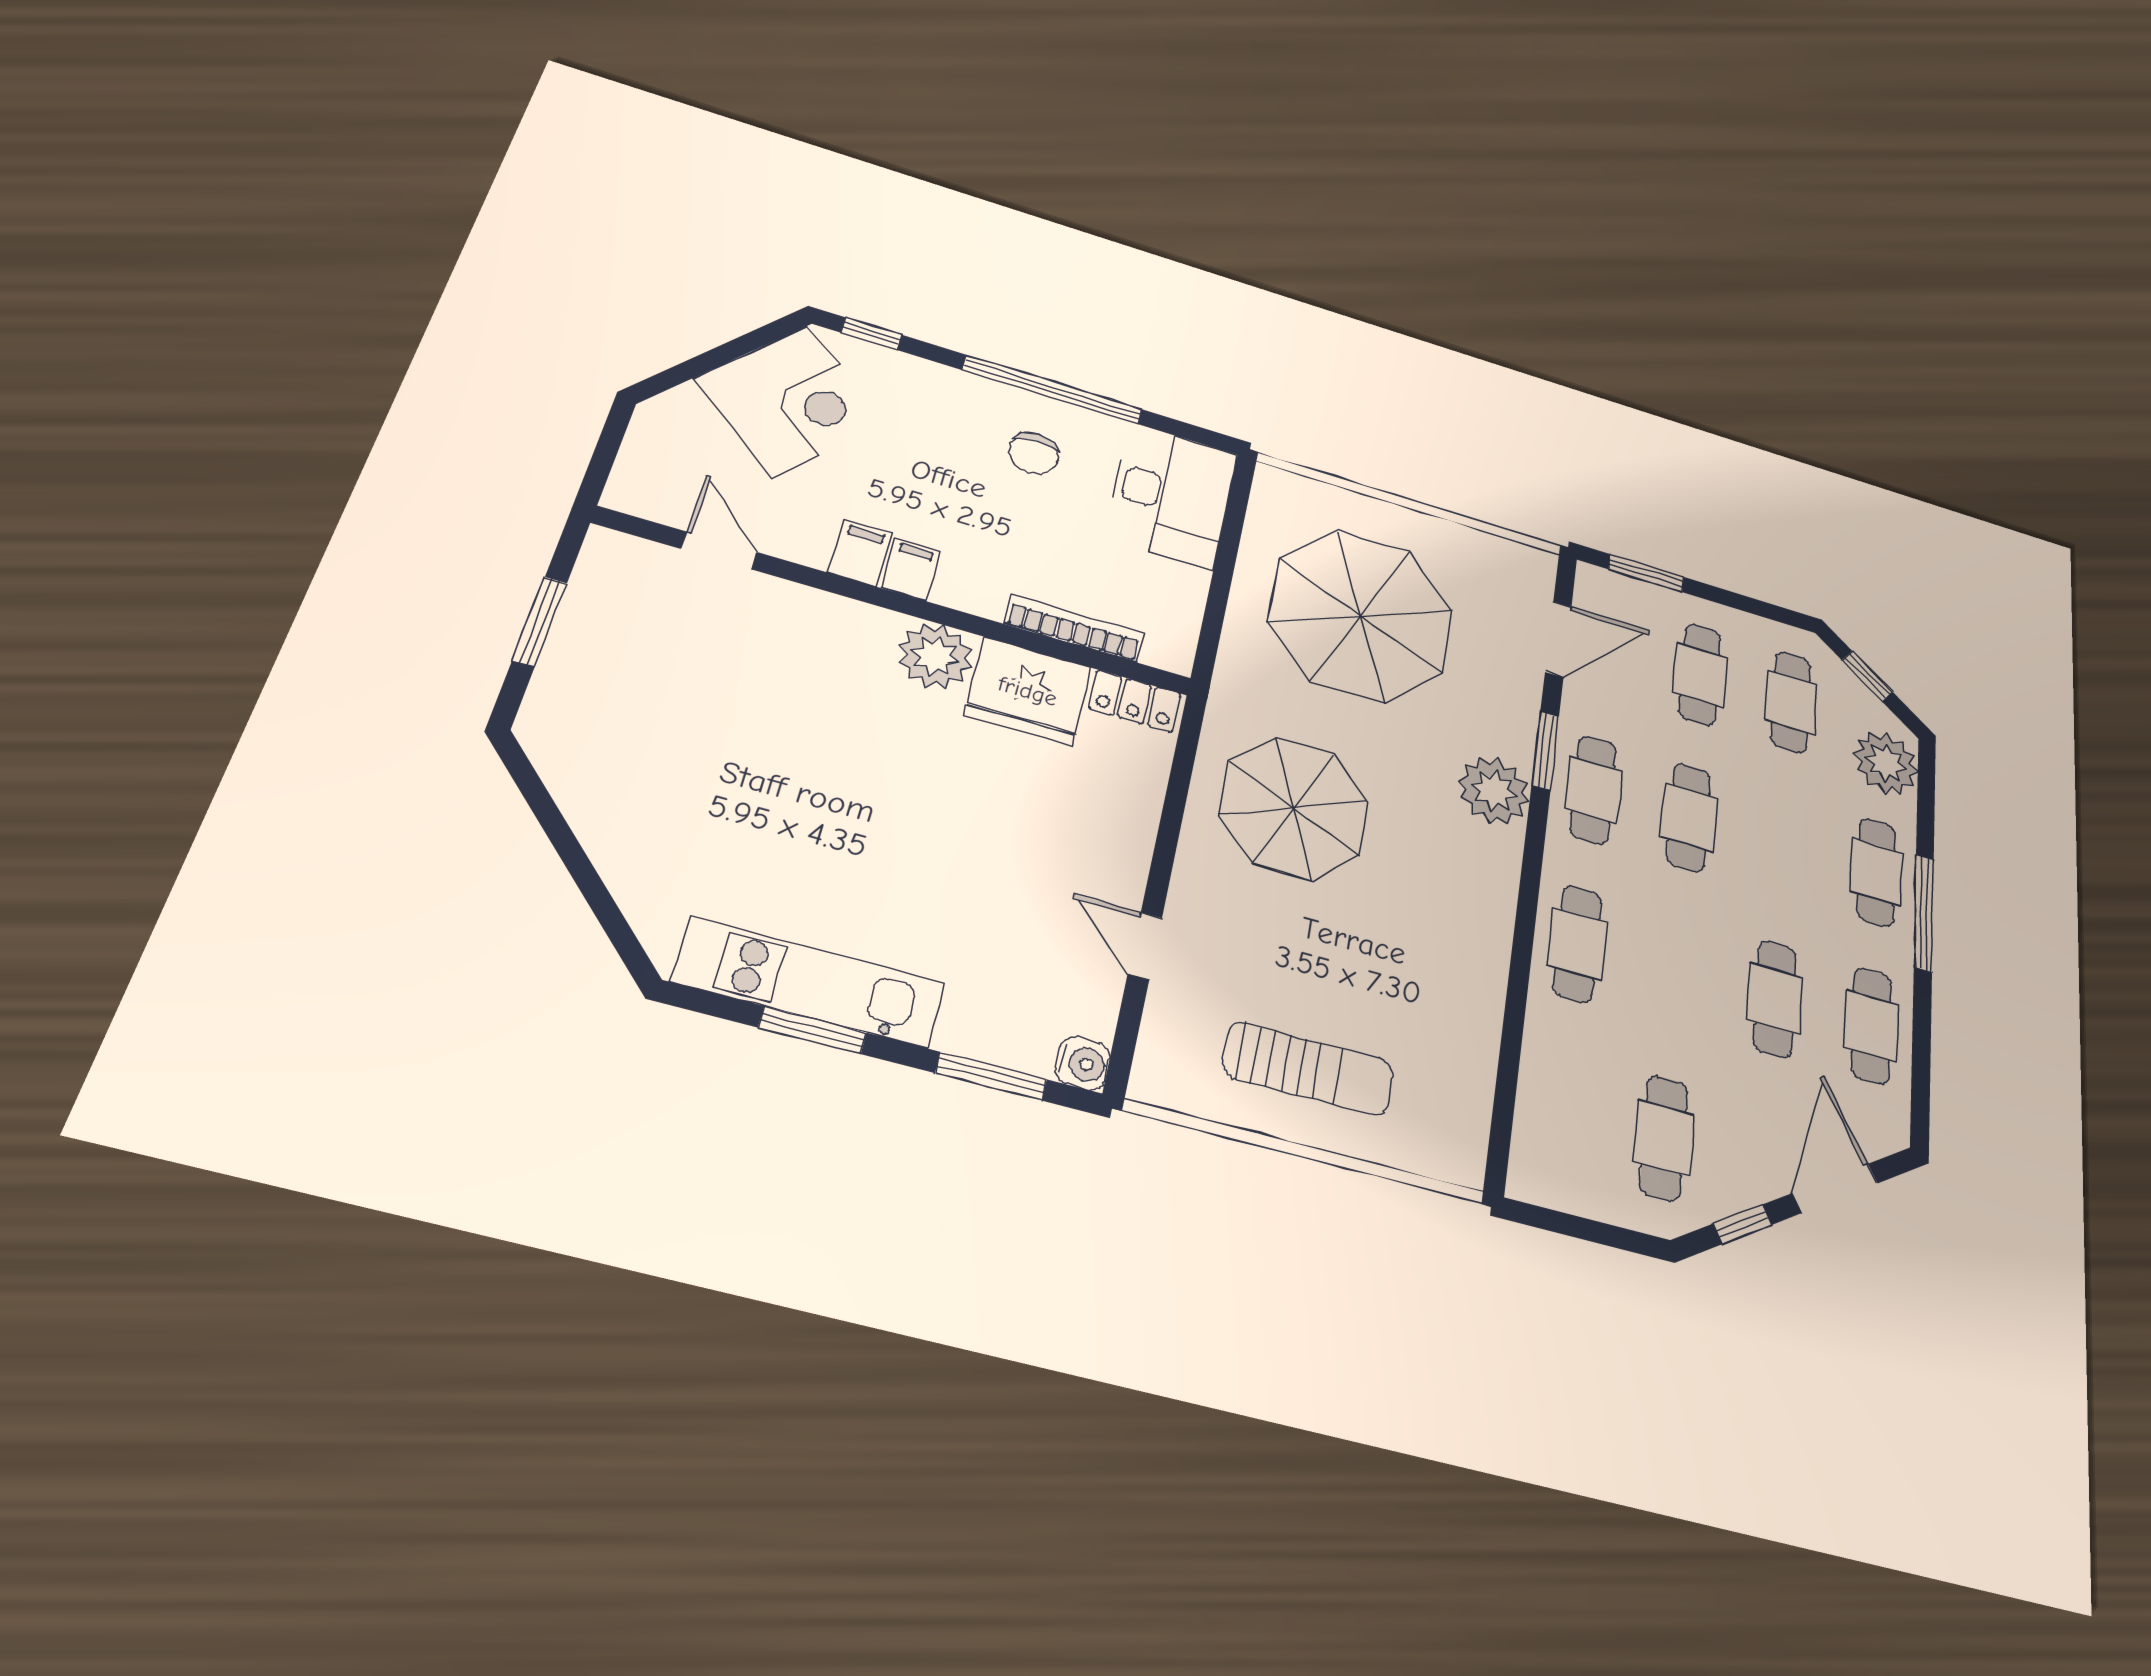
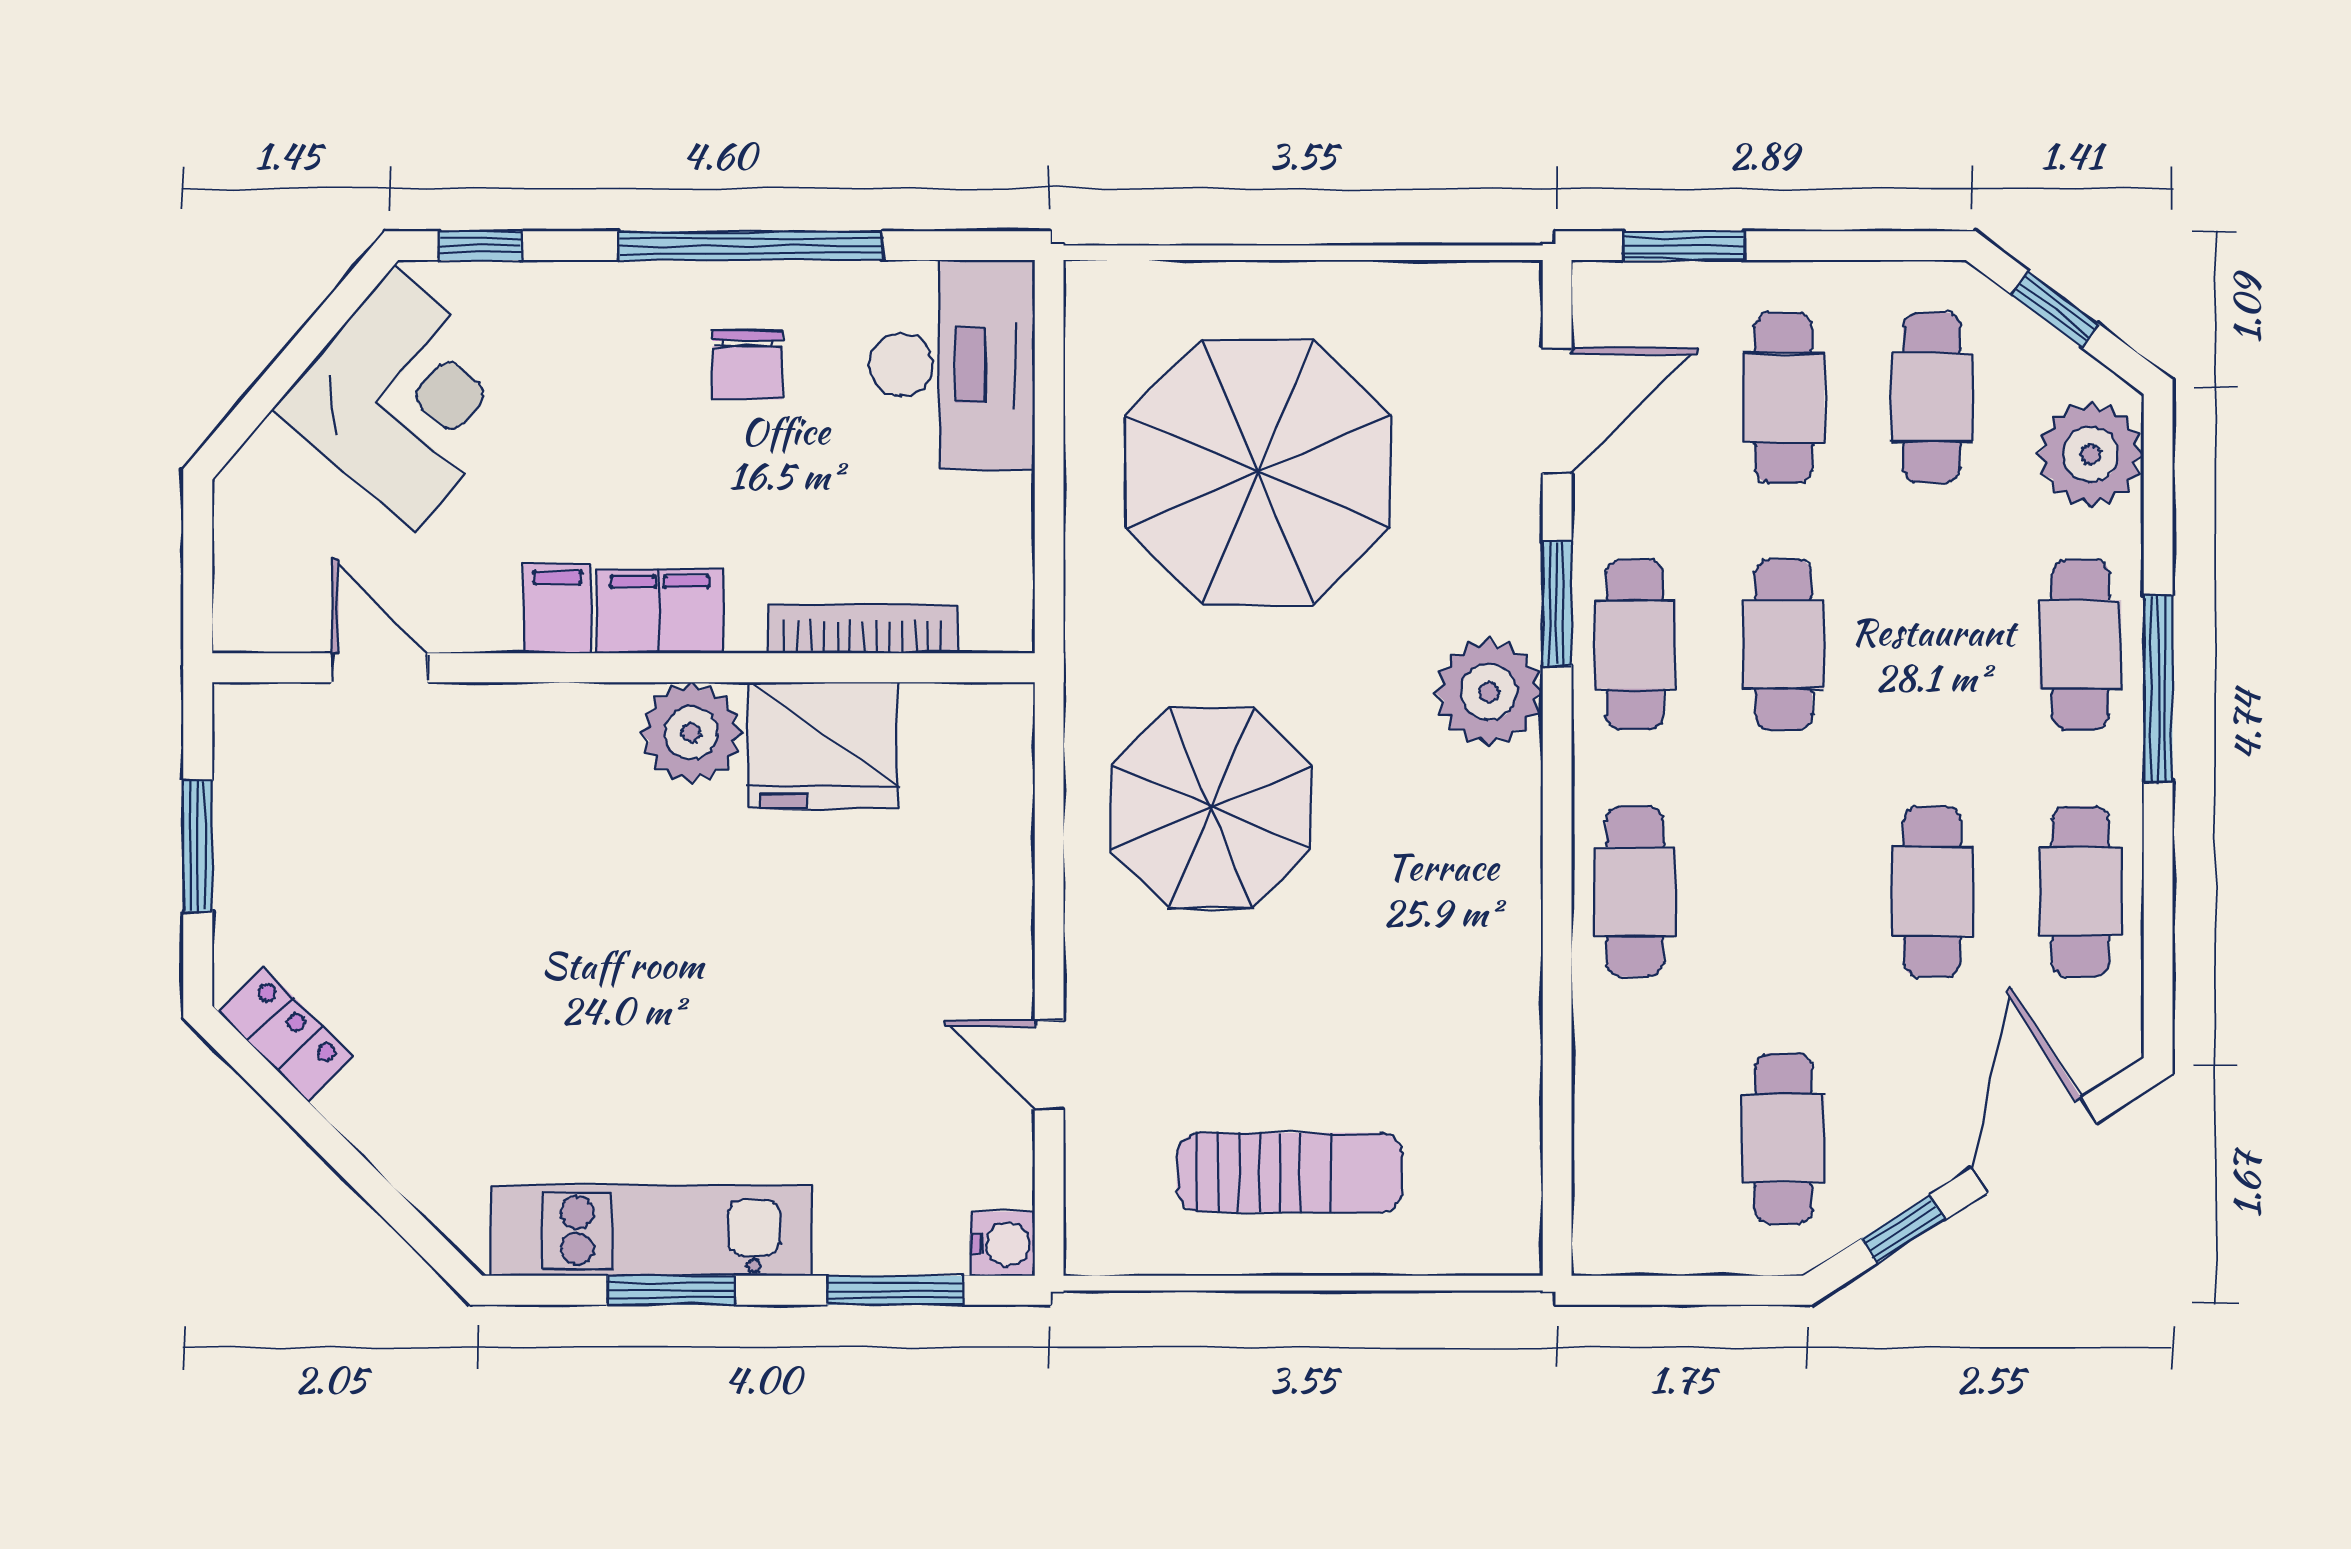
filing cabinet: (911, 569) -> (660, 611), width x2.00
locker: (1135, 701) -> (285, 1034), moved, turned -135

